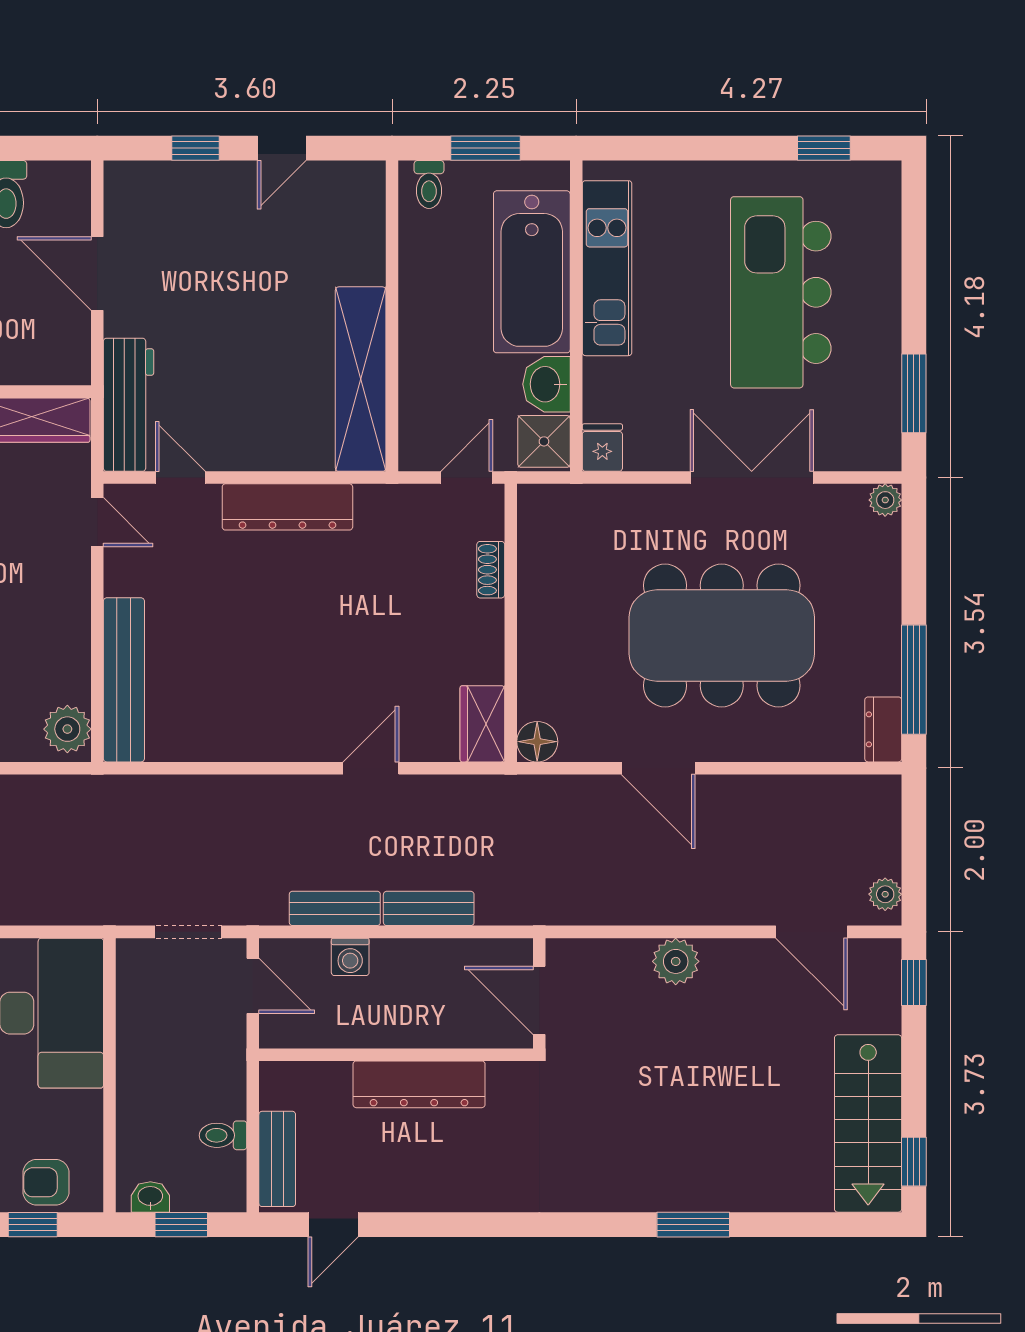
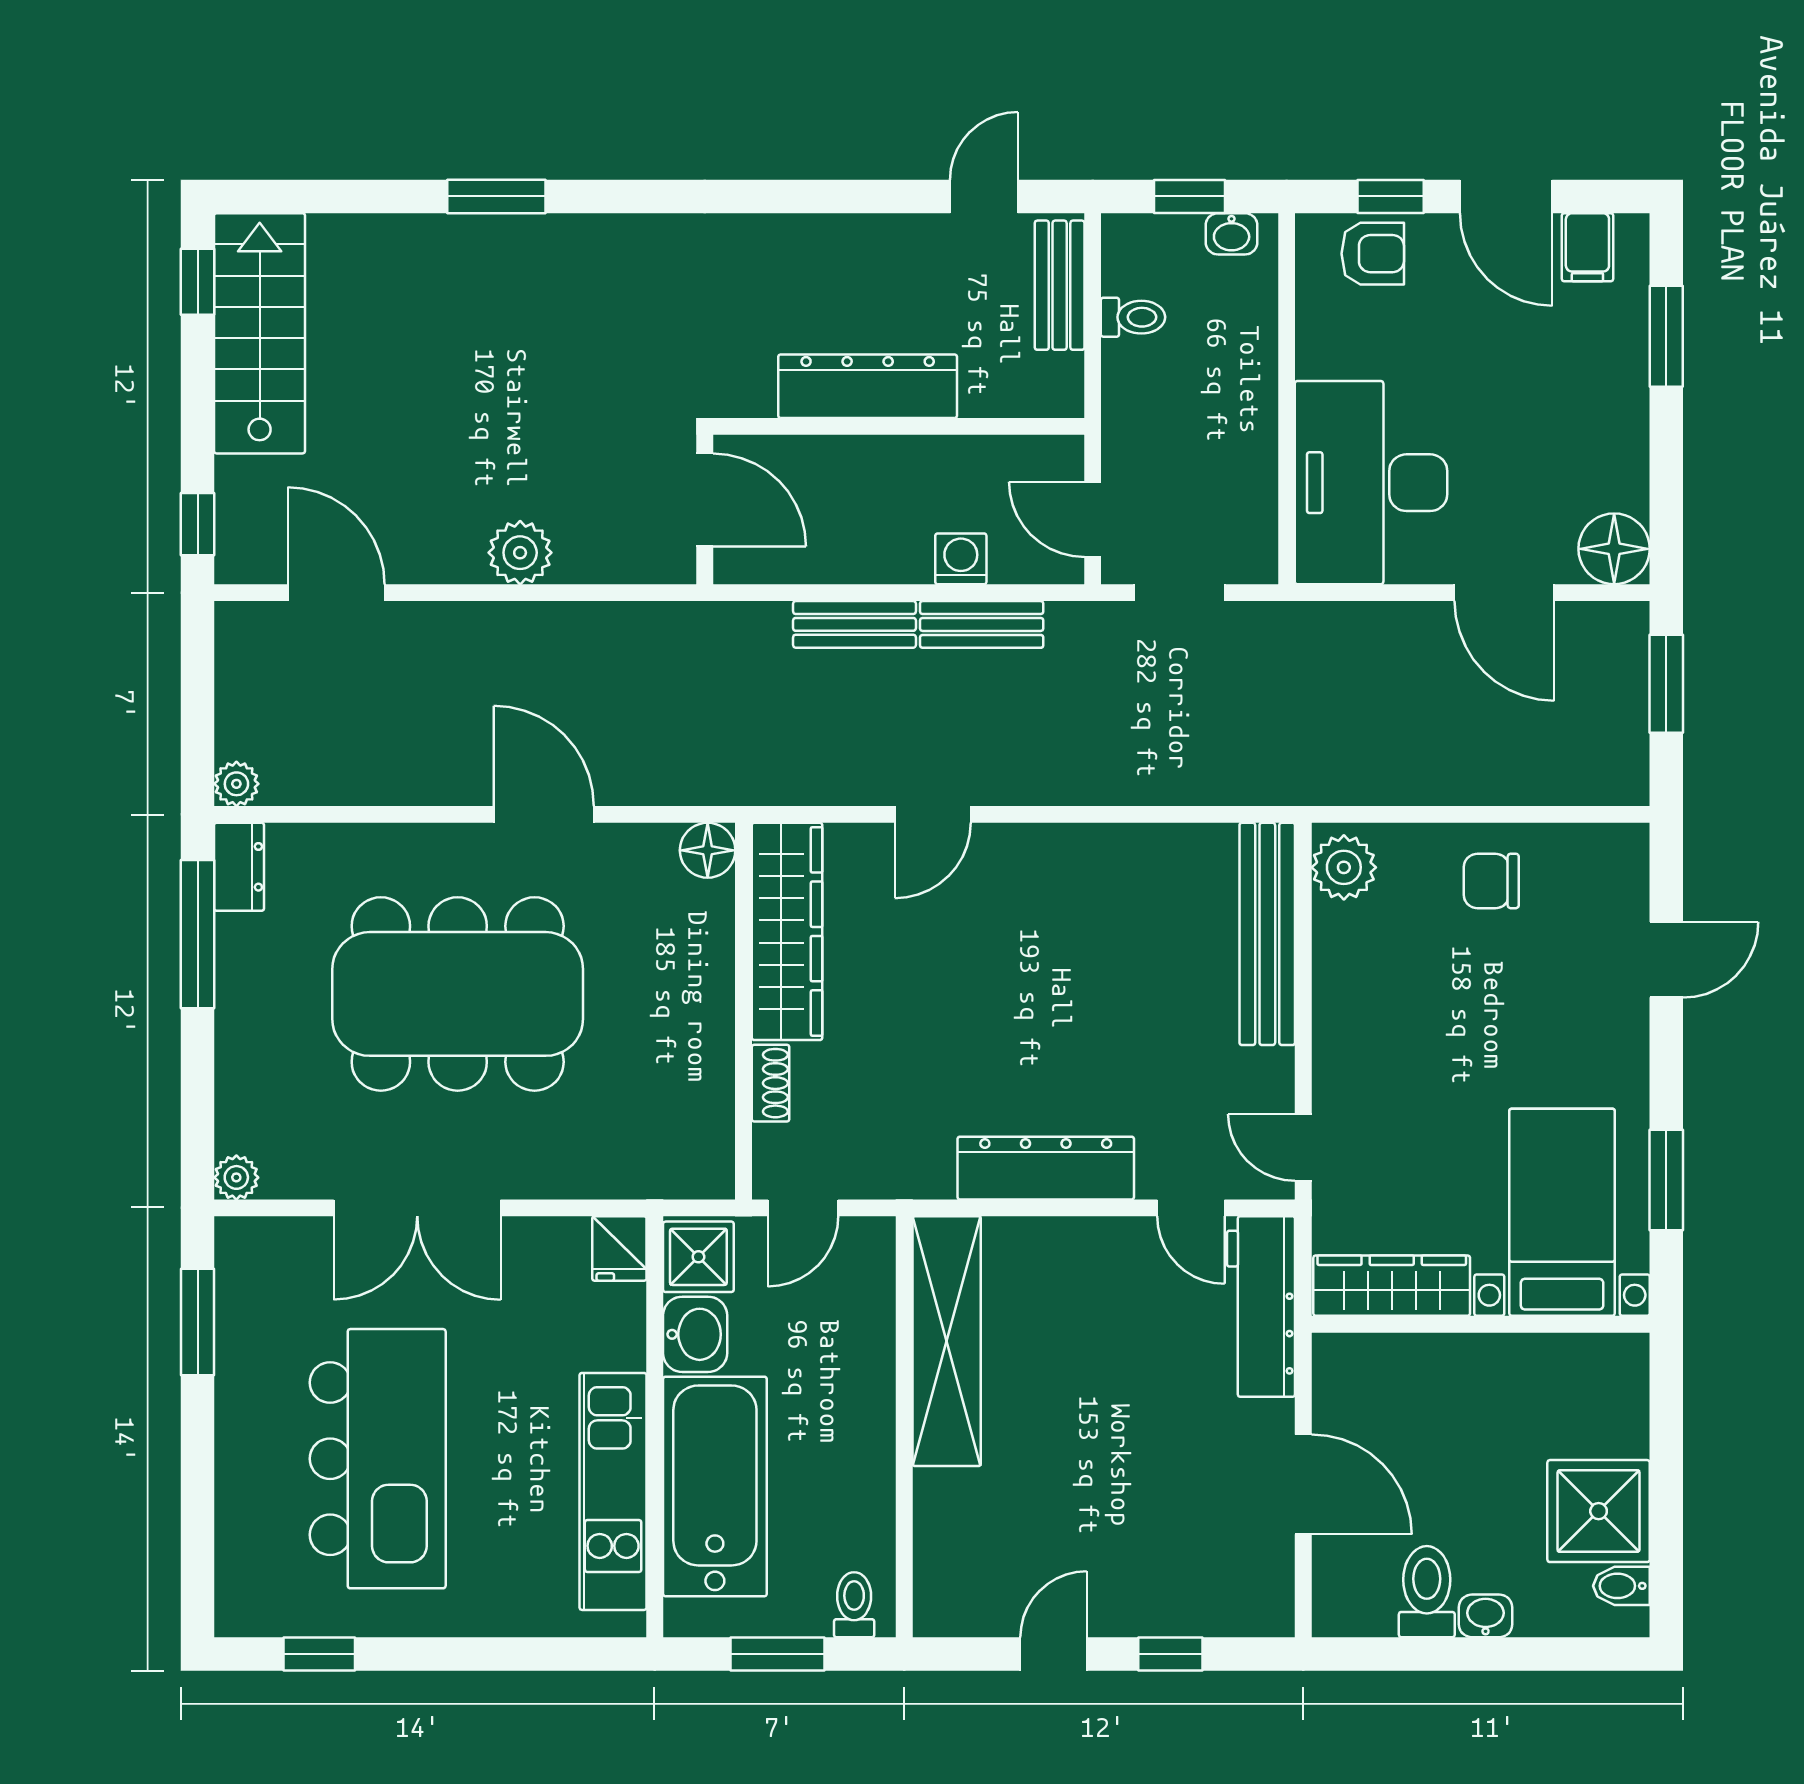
wardrobe: (482, 724) -> (787, 931), width x2.10, depth x1.17
plant: (885, 894) -> (236, 784), moved

